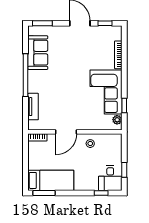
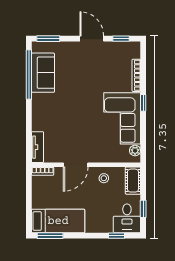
window: (26, 75) -> (29, 74), moved
window: (124, 106) -> (143, 103), moved
tv unit: (33, 107) -> (38, 147), moved
cot: (115, 146) -> (133, 181), added

